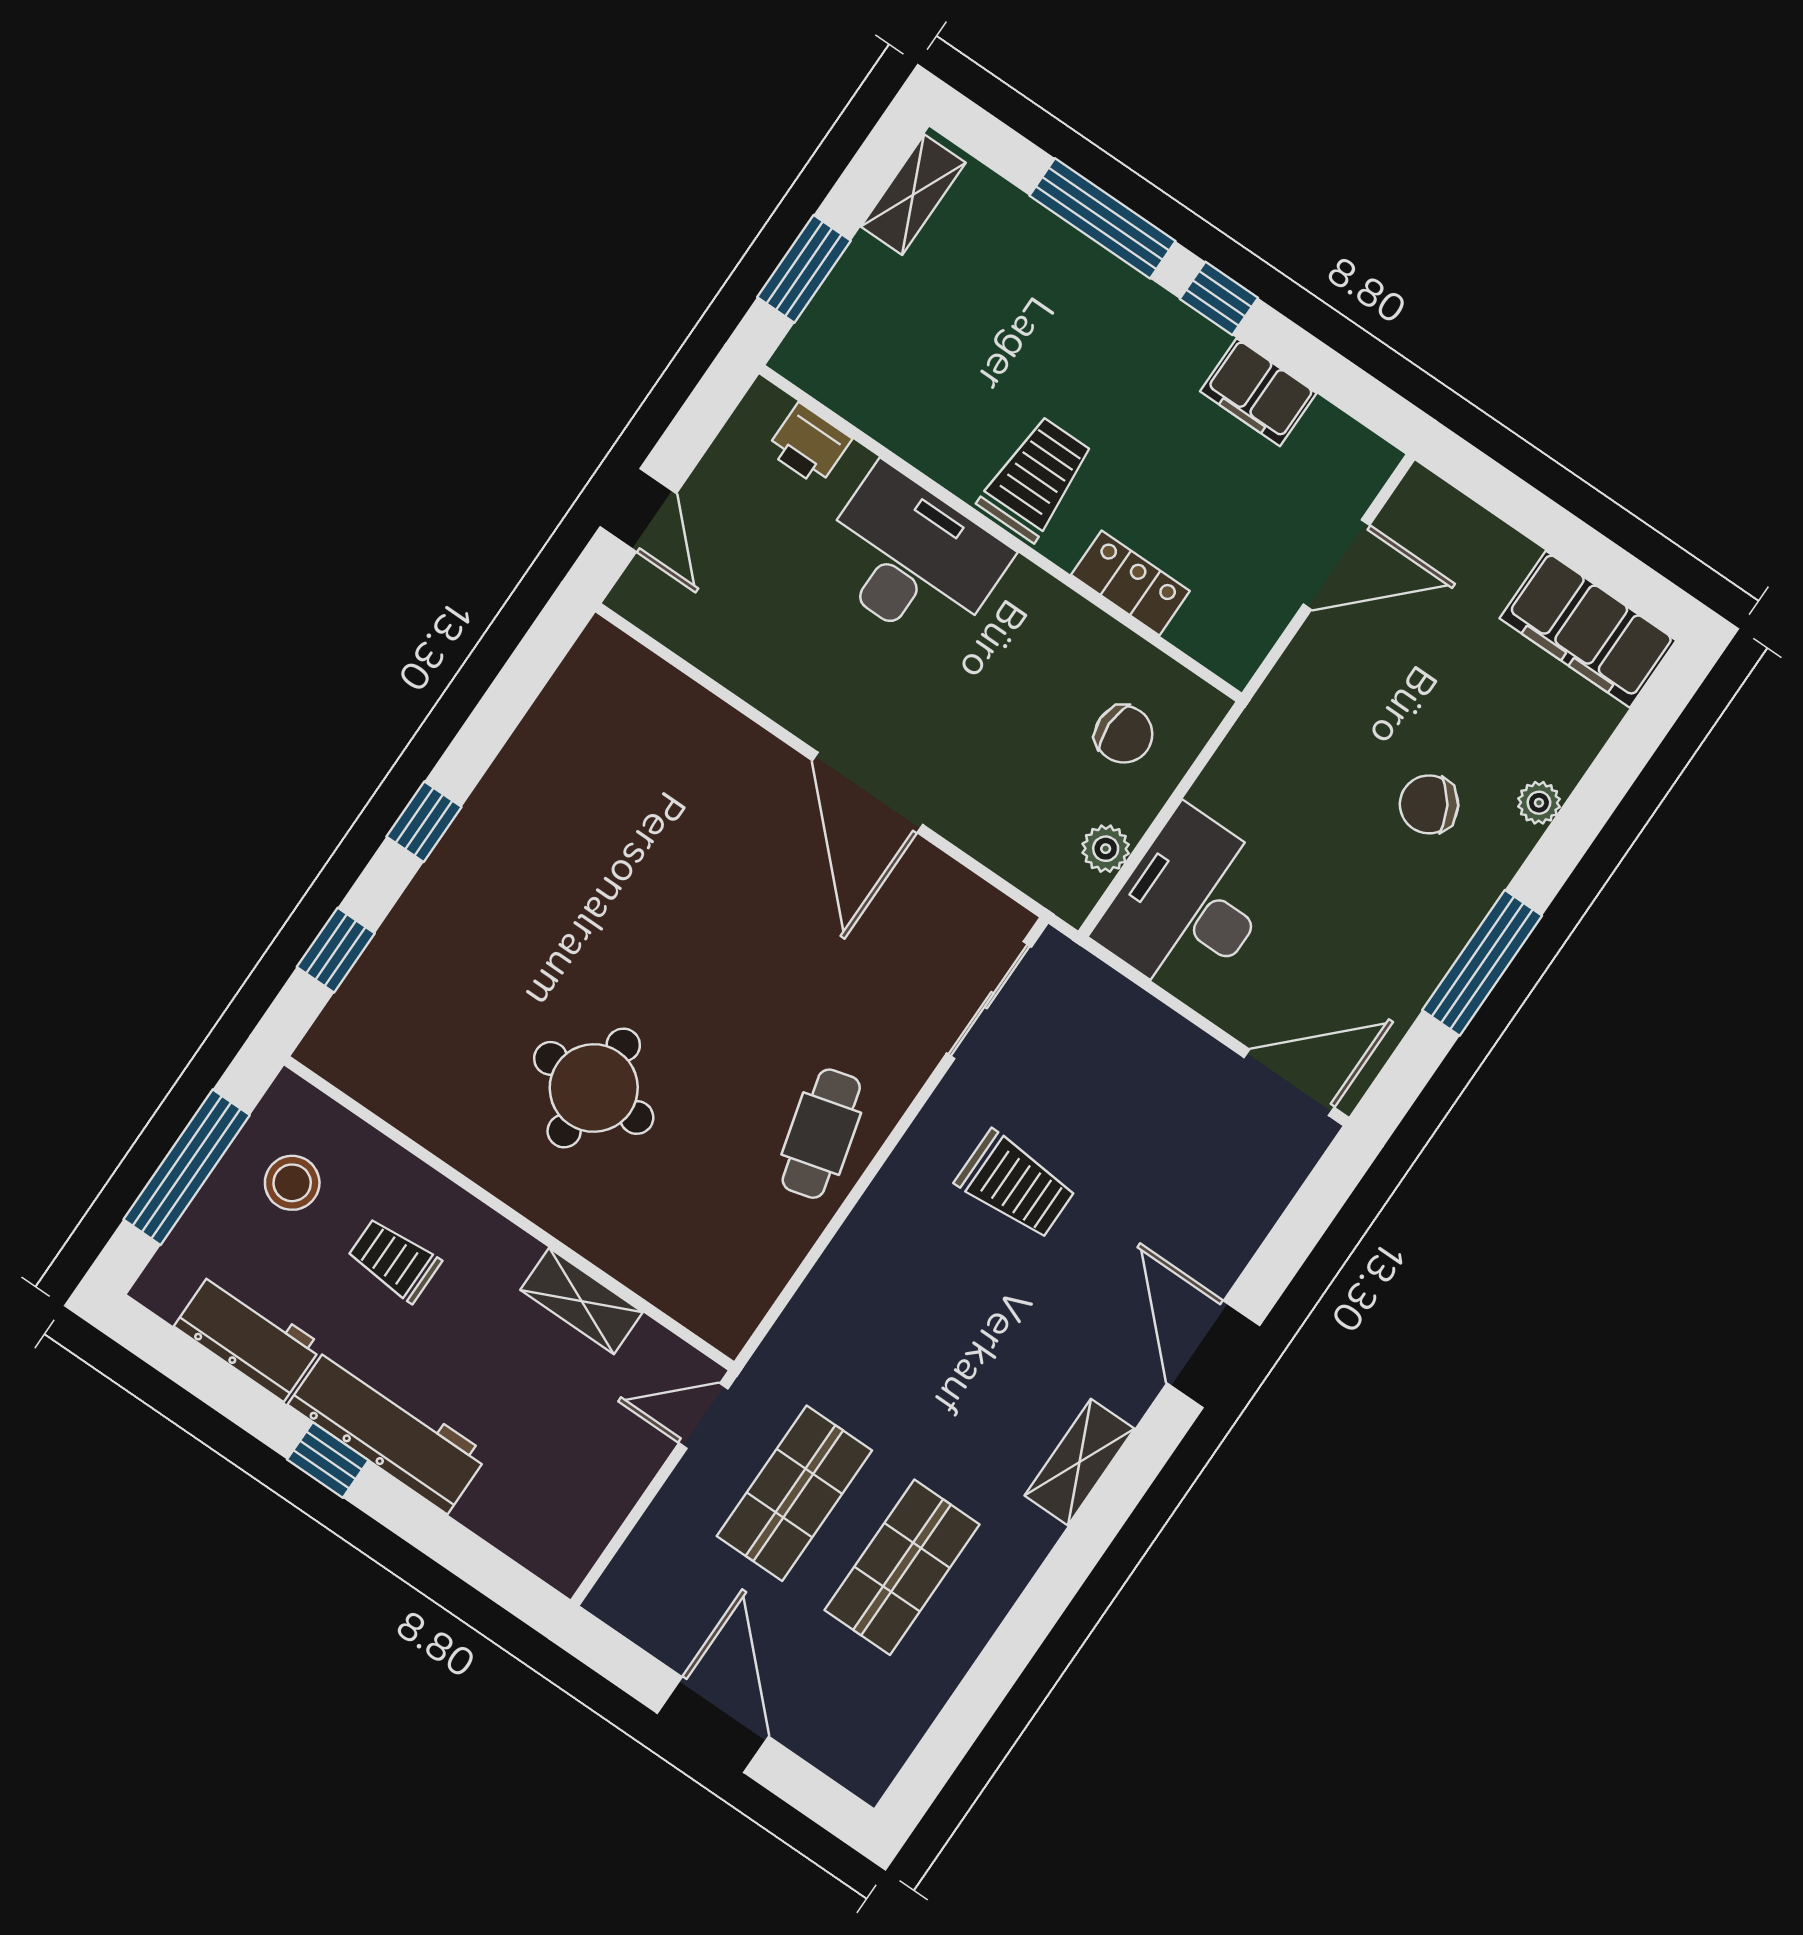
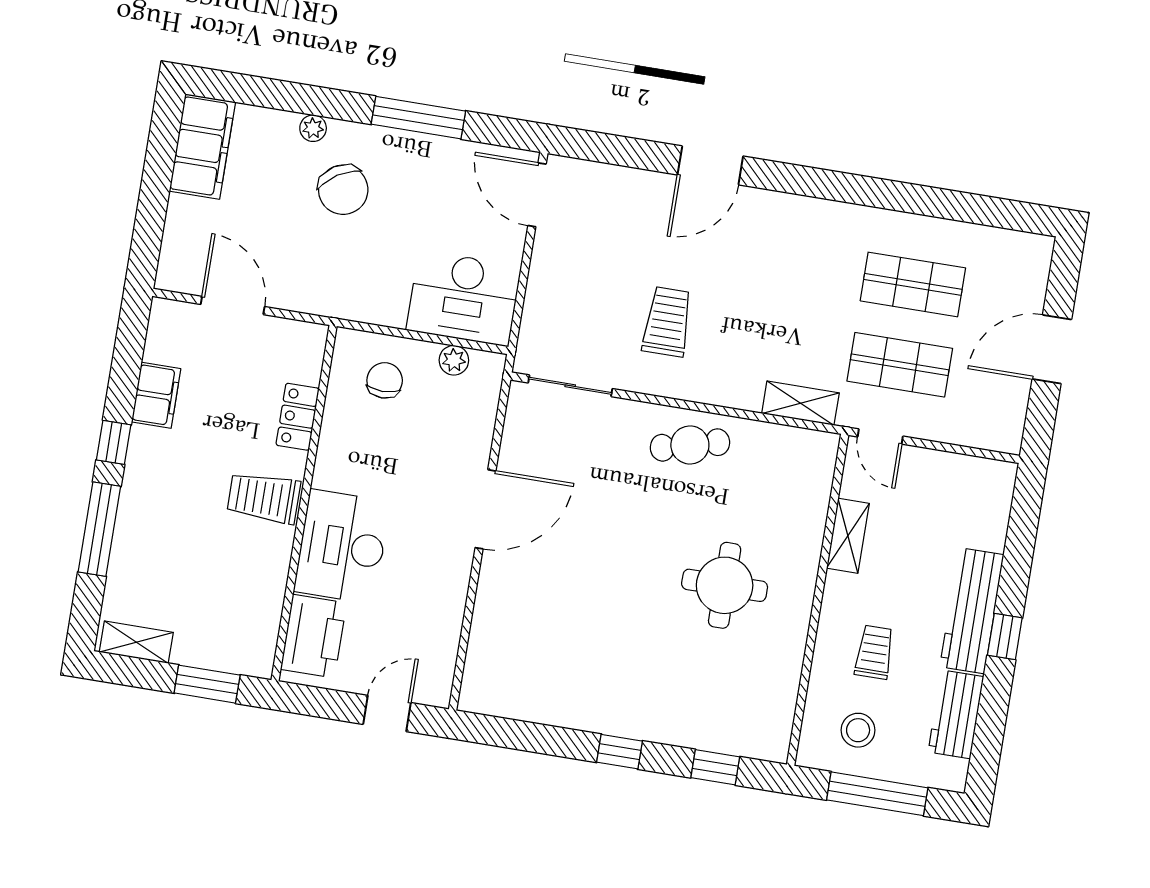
printer: (809, 445) -> (314, 636), width x1.87, depth x1.48
chair: (1429, 804) -> (343, 190), width x1.37, depth x1.37
trolley: (394, 1260) -> (874, 652), turned 180
shelving: (1079, 1462) -> (800, 403), moved

